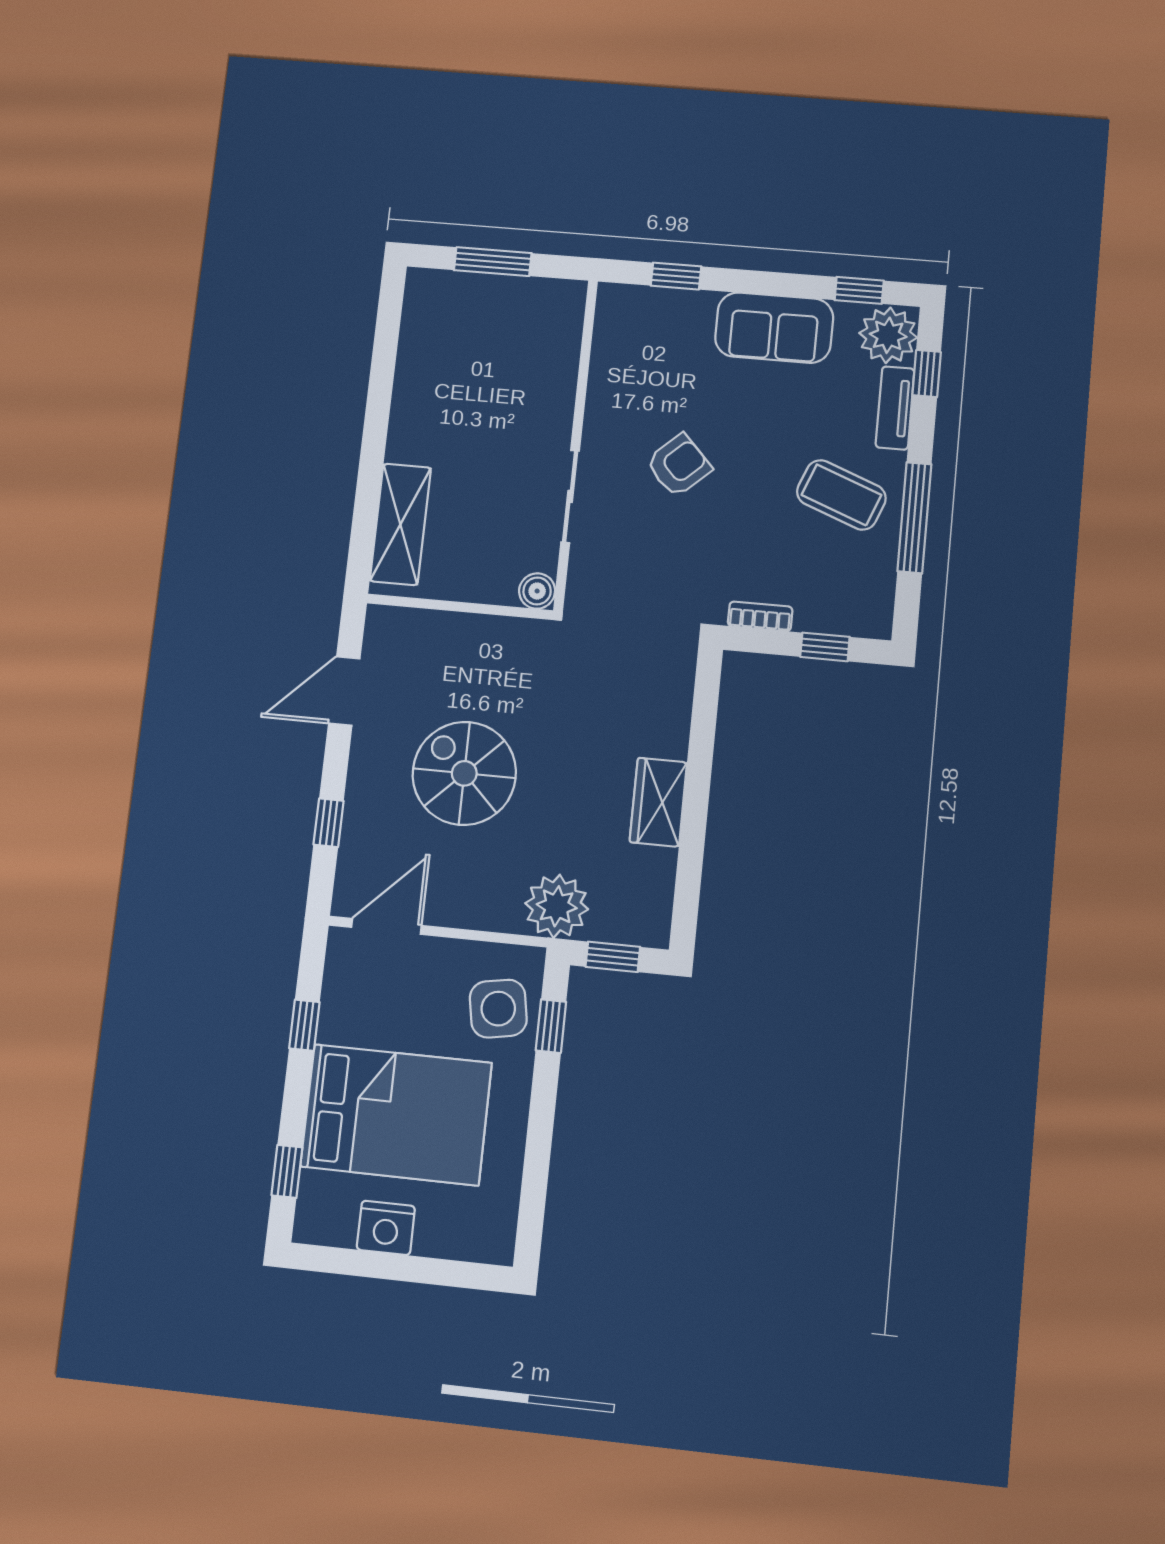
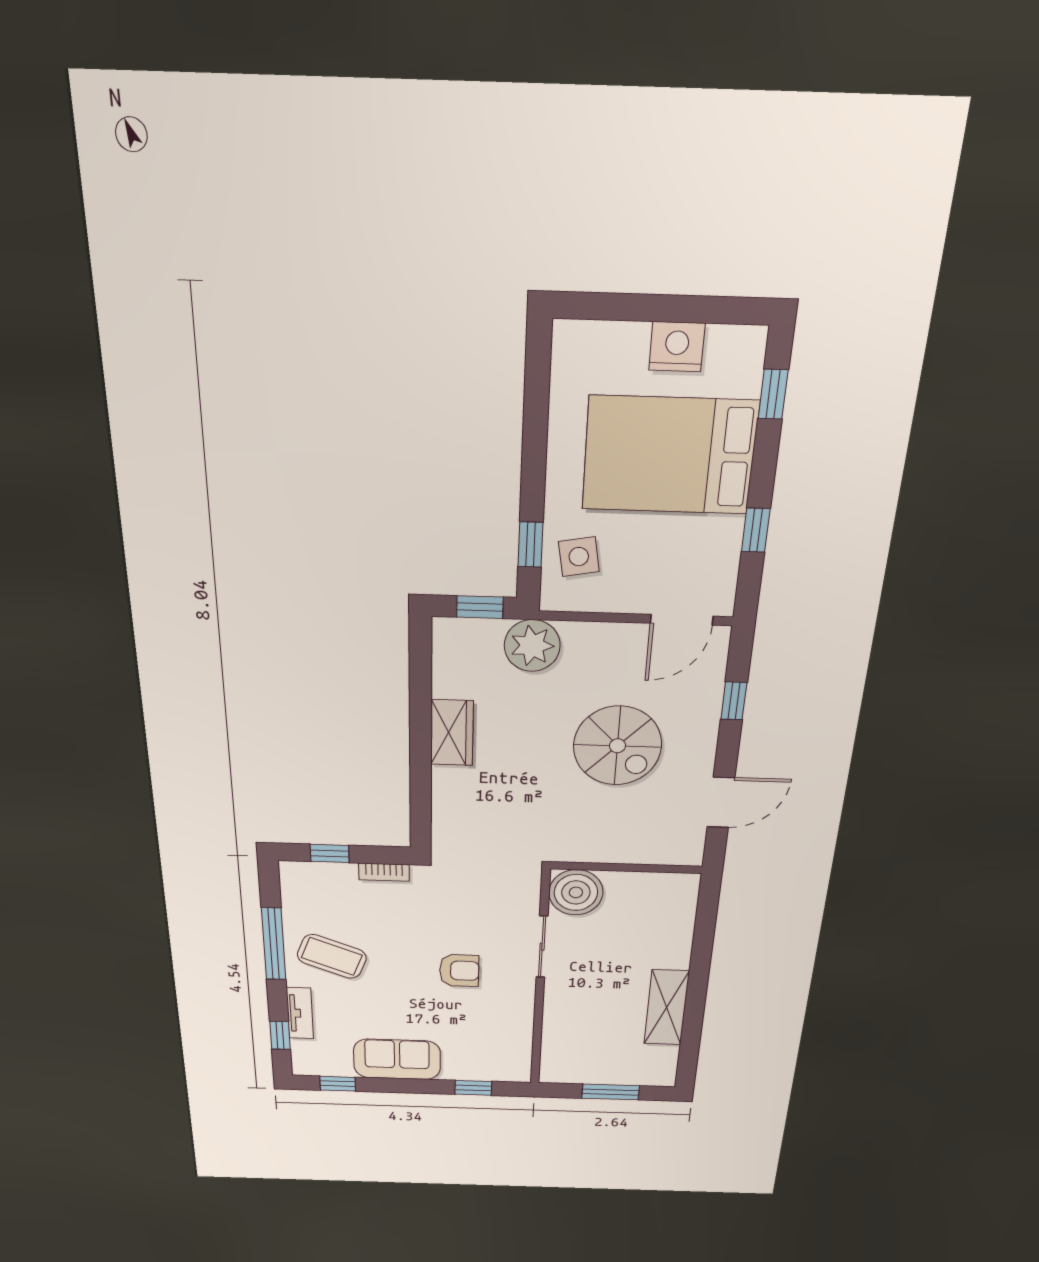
plant: (888, 335) -> (312, 1058), removed
armchair: (679, 465) -> (459, 971), turned -137
shelving: (400, 524) -> (667, 1008), moved
boiler: (537, 591) -> (576, 892), width x1.86, depth x1.86
side table: (498, 1009) -> (579, 557), width x0.73, depth x0.73

